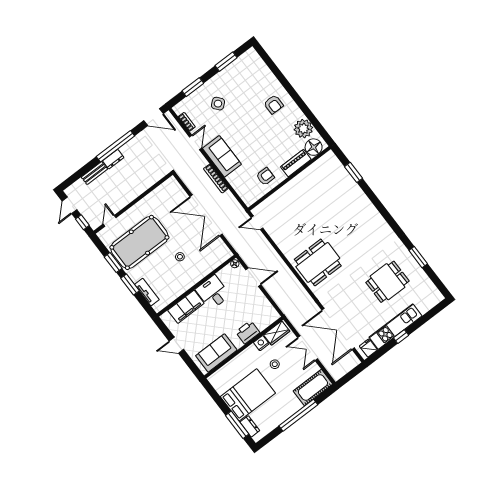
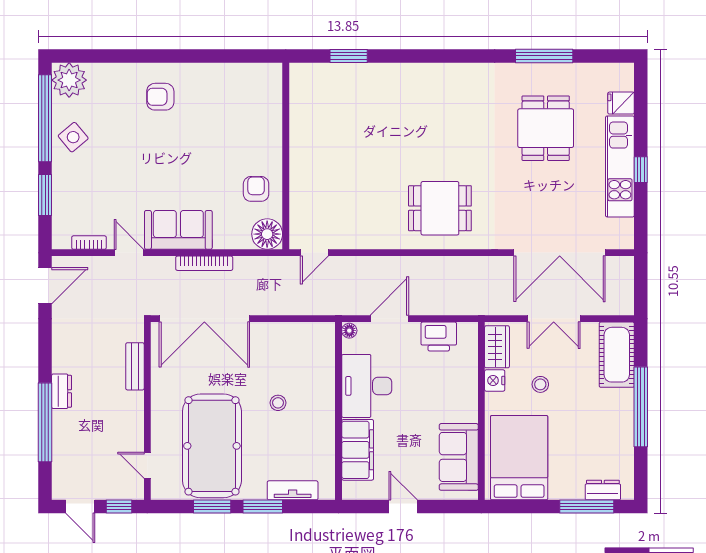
window: (226, 62) -> (45, 118), width x2.11
side table: (218, 104) -> (73, 137), moved
armchair: (274, 104) -> (160, 97), turned 180
plant: (303, 129) -> (69, 80), moved
window: (115, 146) -> (45, 422), moved
floor lamp: (314, 147) -> (267, 234), moved
piano: (296, 163) -> (271, 129), removed
bench: (94, 173) -> (135, 366), moved
double door: (206, 215) -> (204, 319), moved
window: (418, 257) -> (544, 56), width x1.44
dining table: (318, 262) -> (440, 208), width x0.73
desk: (213, 292) -> (367, 386), width x1.37
printer: (248, 332) -> (439, 337), moved, turned -90
door: (176, 345) -> (403, 507), swing flipped
fridge: (368, 348) -> (621, 103), moved
bed: (248, 395) -> (519, 458), moved

